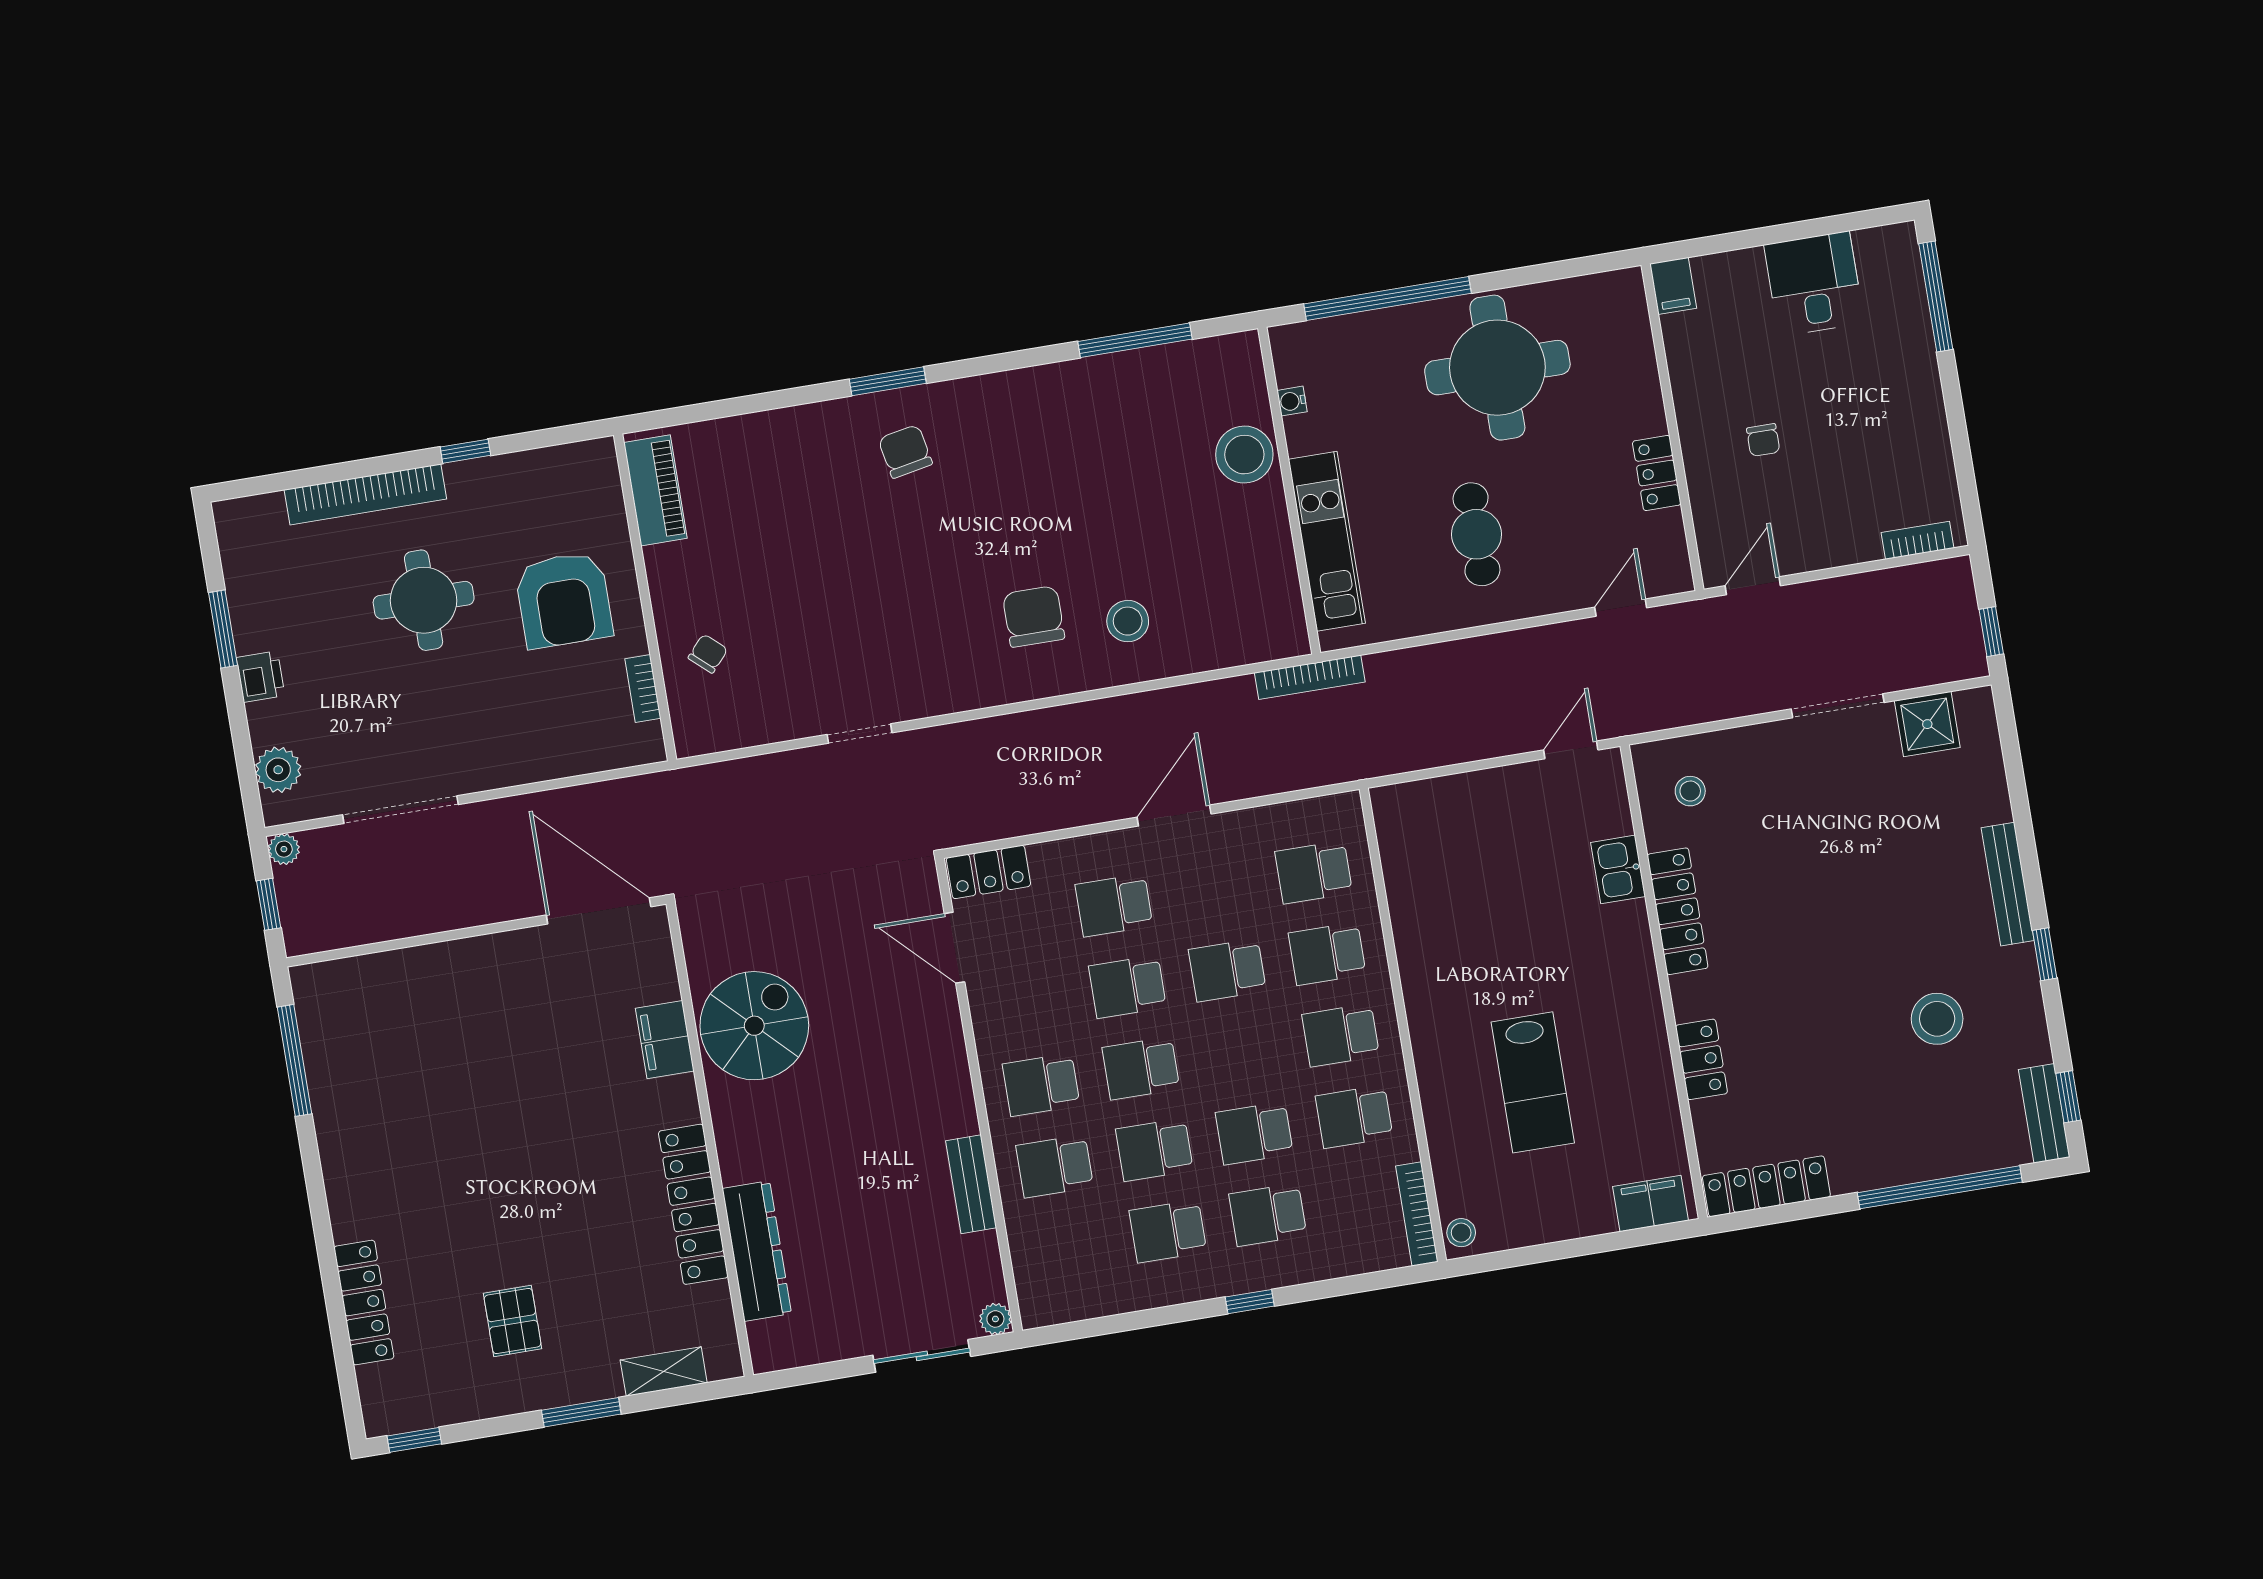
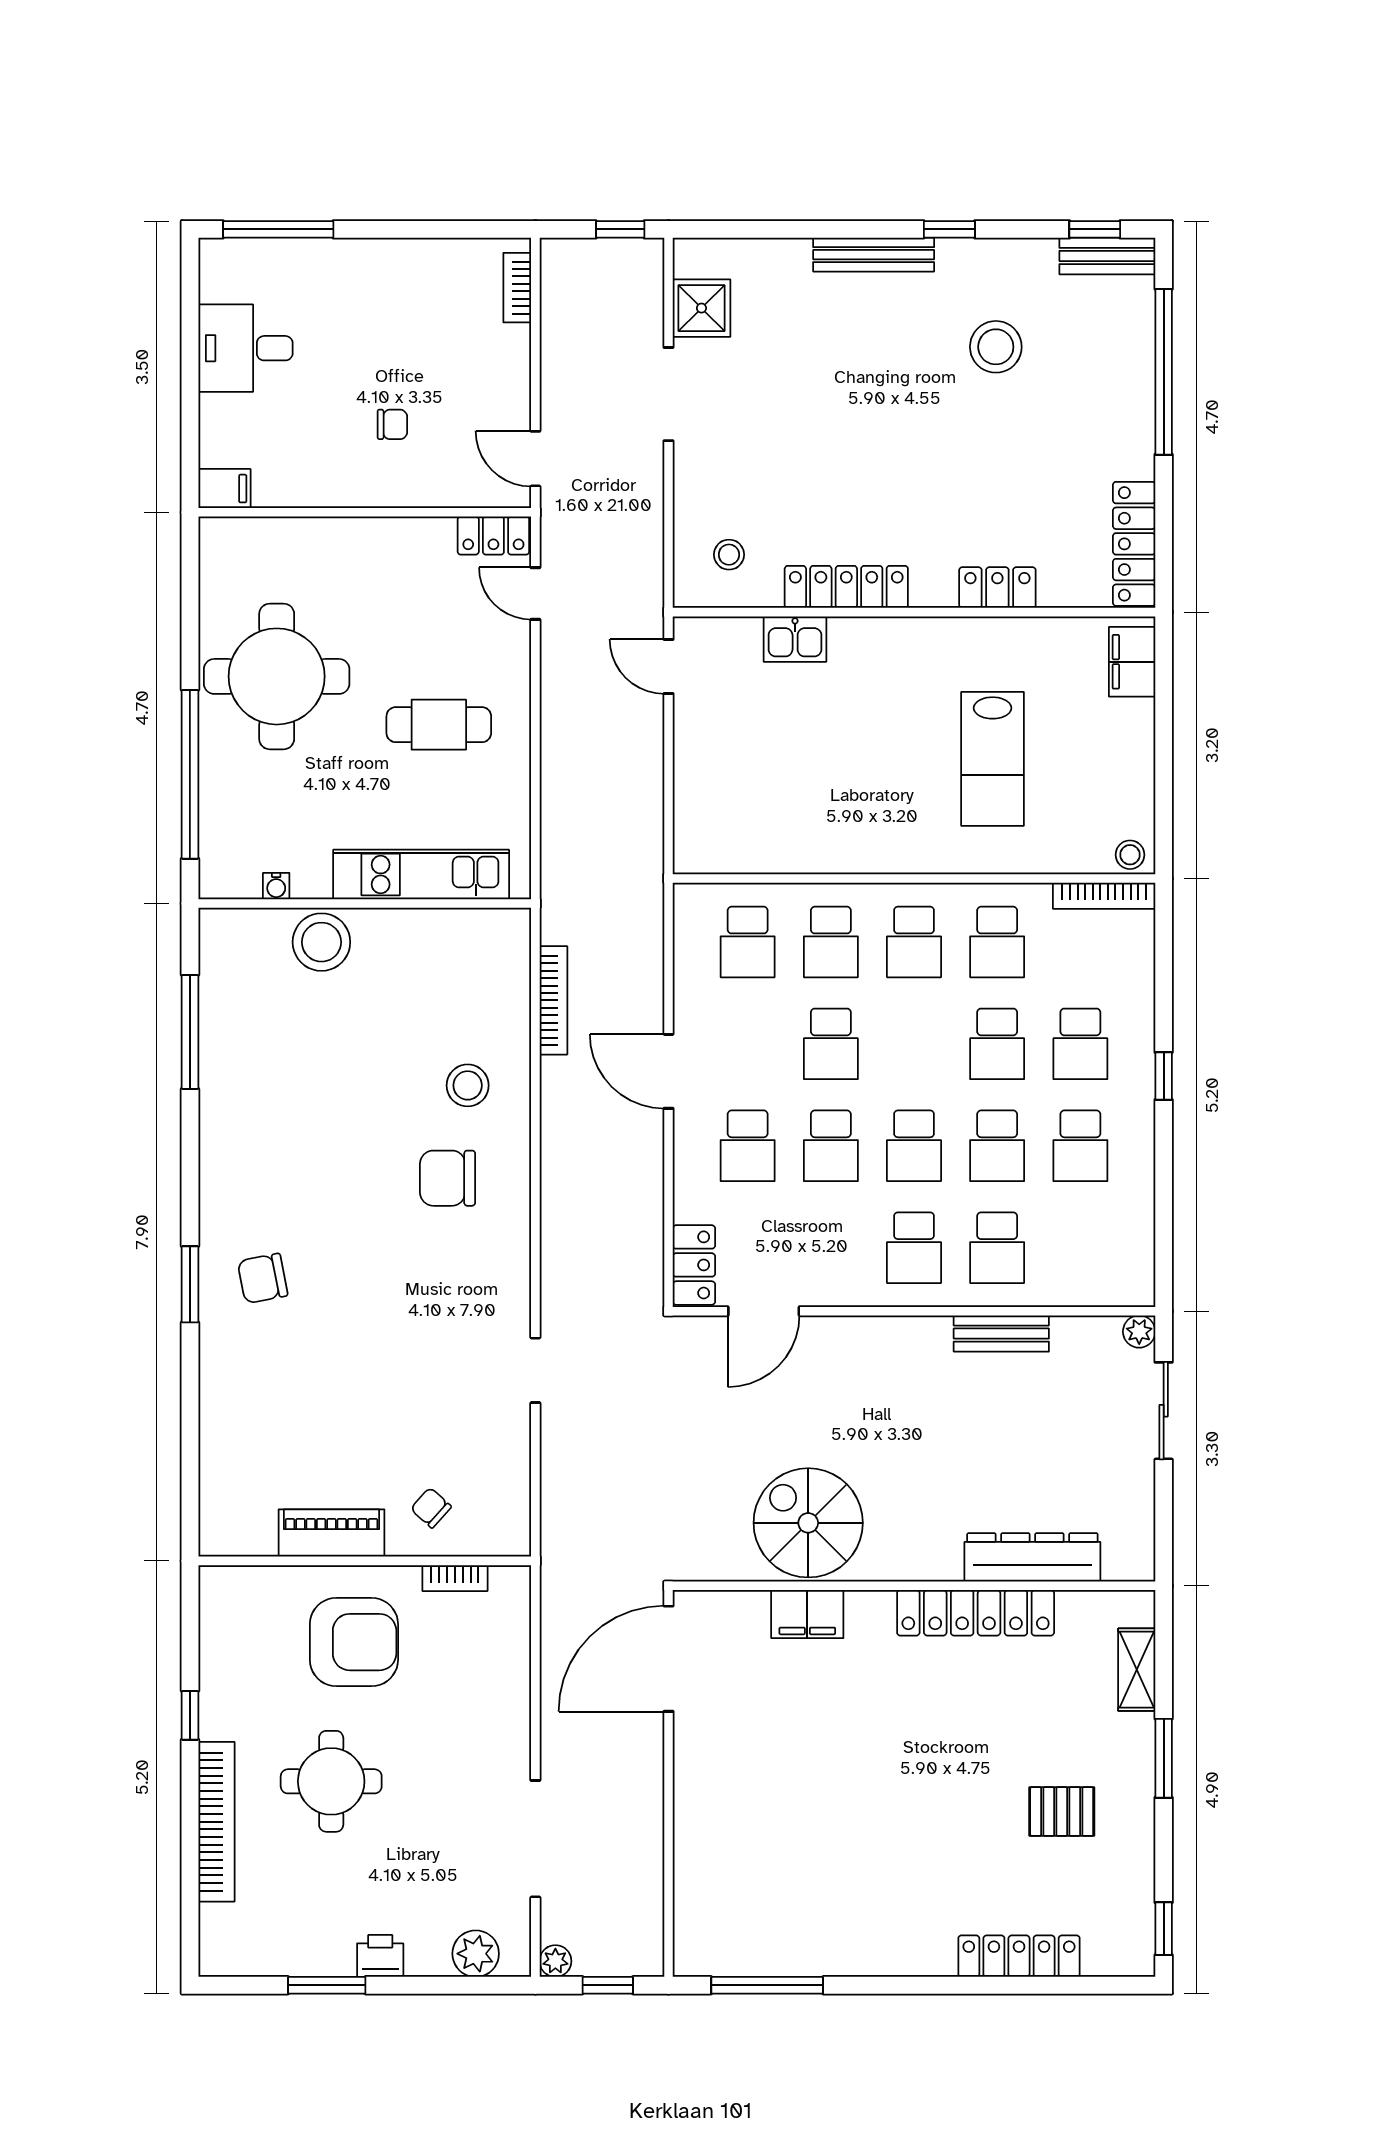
locker: (1657, 473) -> (493, 536), moved
piano: (655, 490) -> (331, 1533), moved
bookcase: (1310, 677) -> (553, 1000), moved
lab bench: (1533, 1082) -> (993, 759), turned 90

